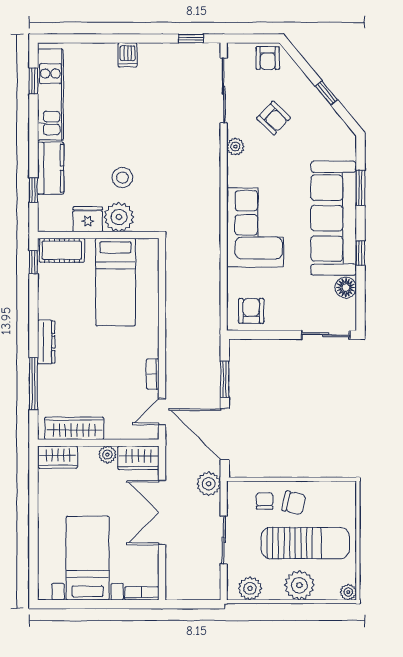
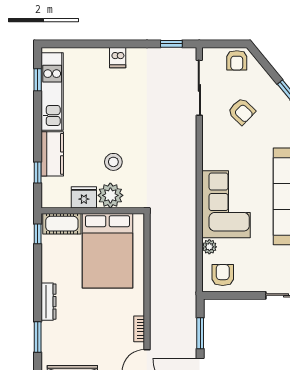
plant: (235, 147) -> (209, 247), moved
bed: (116, 282) -> (107, 251), width x1.50
window: (33, 384) -> (38, 337), width x0.69

